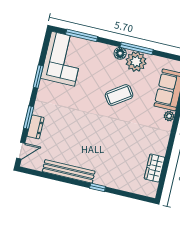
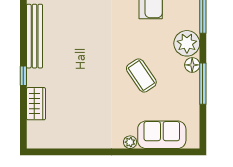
plant: (136, 61) -> (187, 43), moved
wardrobe: (154, 168) -> (36, 104), moved, turned 90

